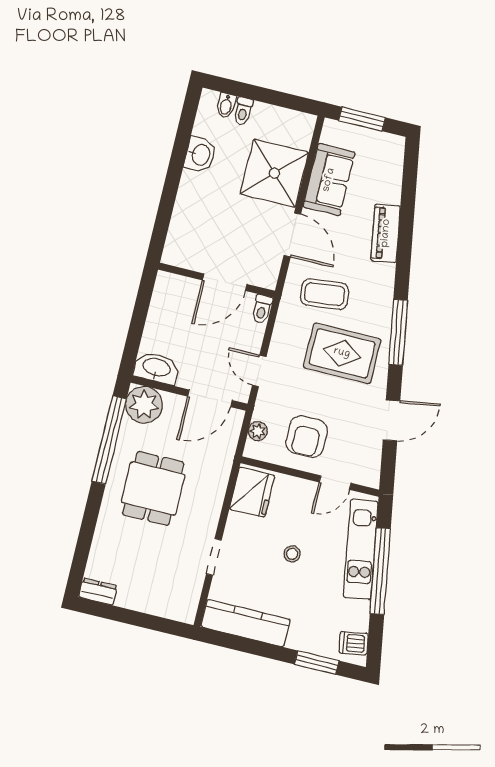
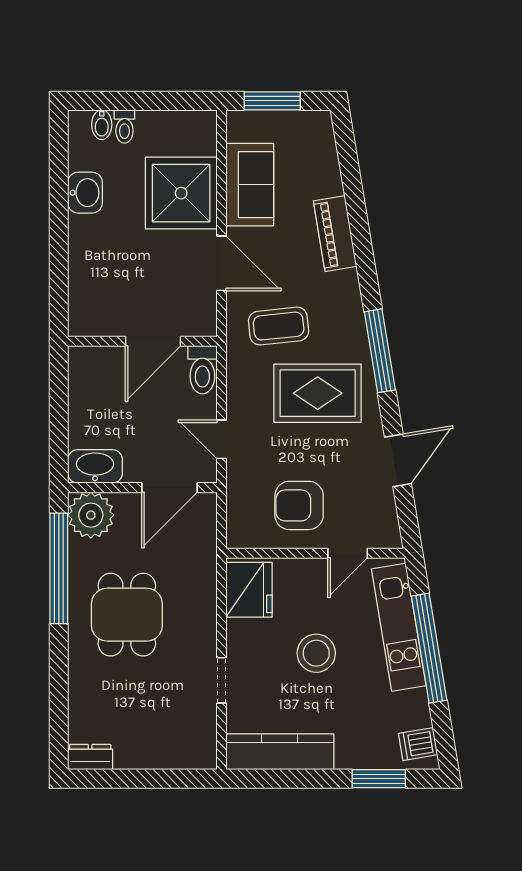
toilet: (262, 309) -> (202, 370), width x1.37, depth x1.39
plant: (258, 431) -> (238, 513), removed
armchair: (307, 437) -> (299, 505), turned 90
stool: (292, 554) -> (316, 653), width x1.89, depth x1.89

